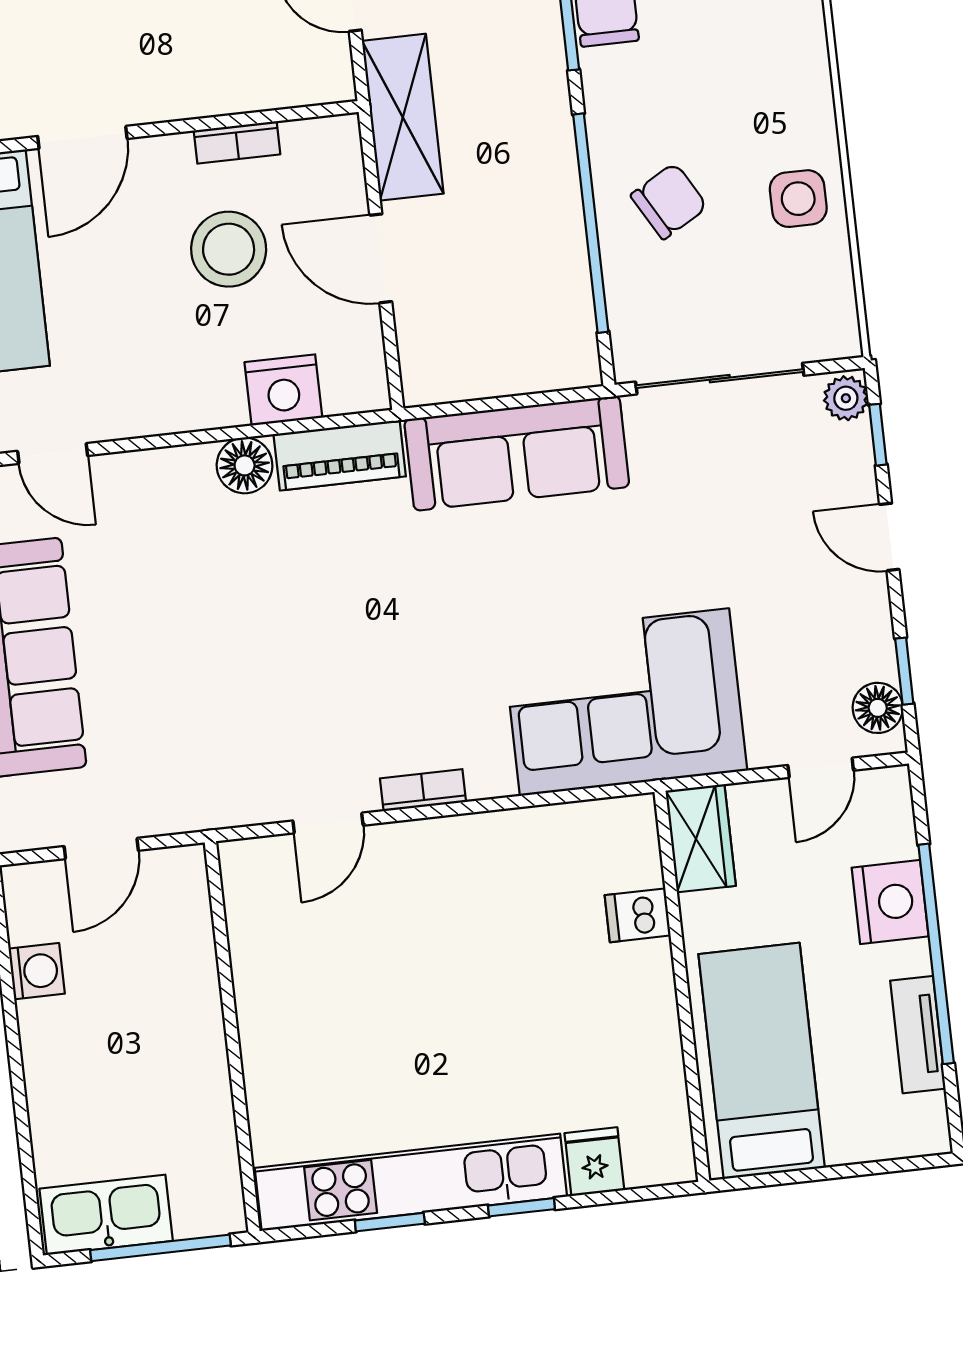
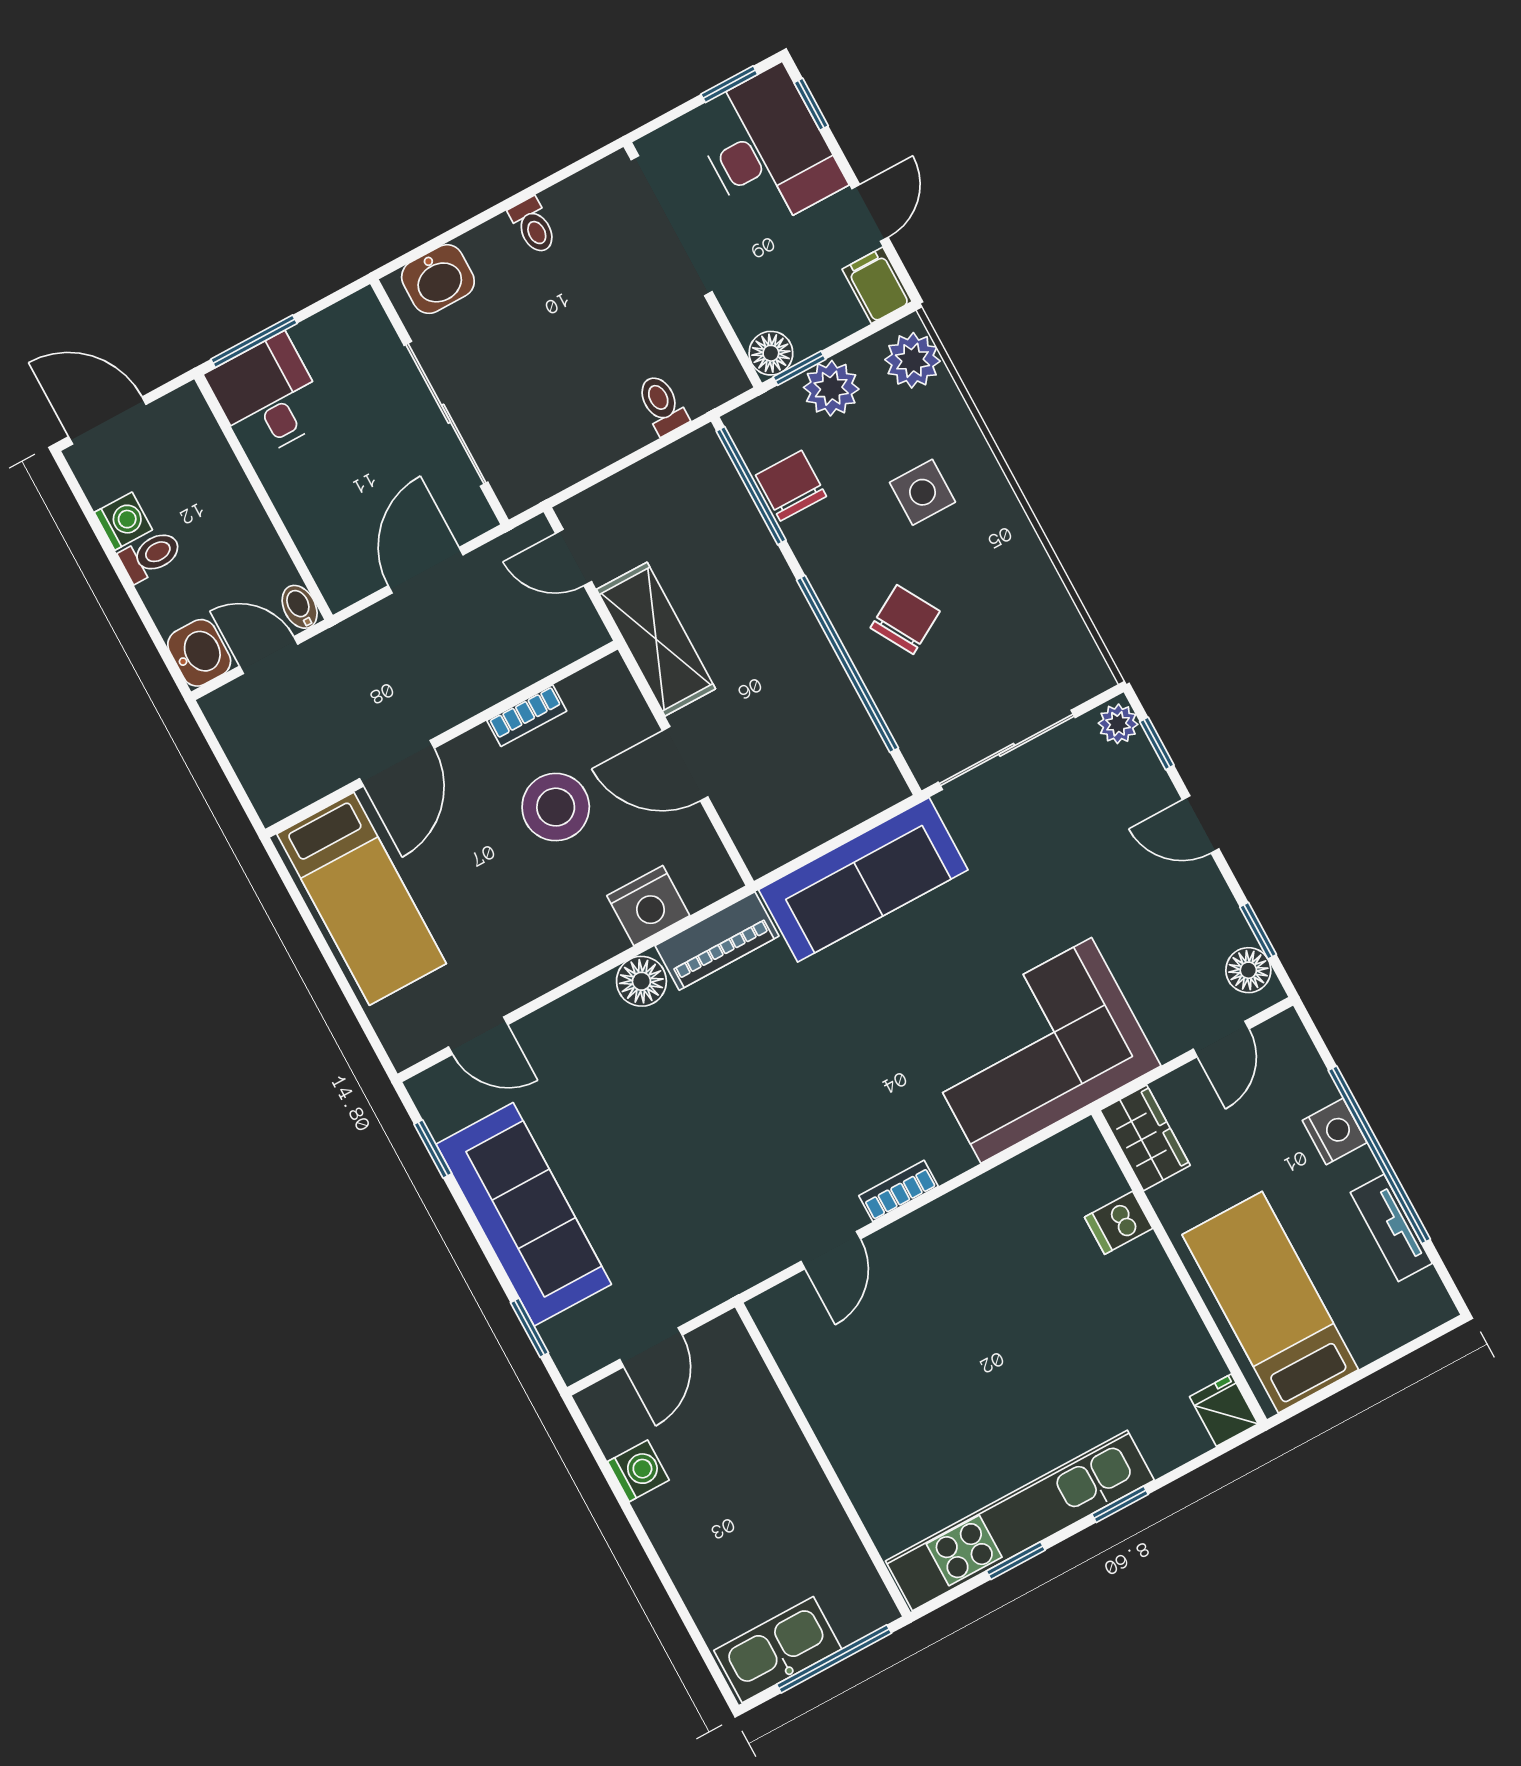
side table: (798, 199) -> (923, 492), moved
nightstand: (890, 902) -> (1335, 1132), width x0.74, depth x0.75
fridge: (594, 1162) -> (1224, 1410), moved

